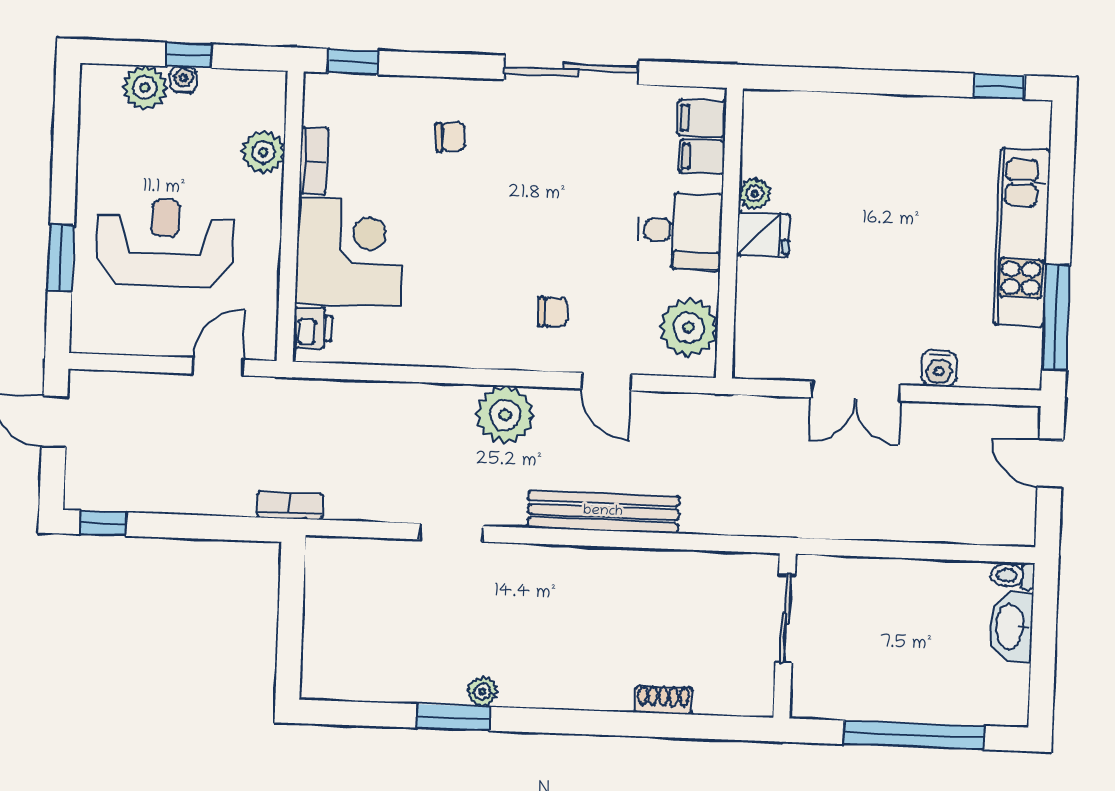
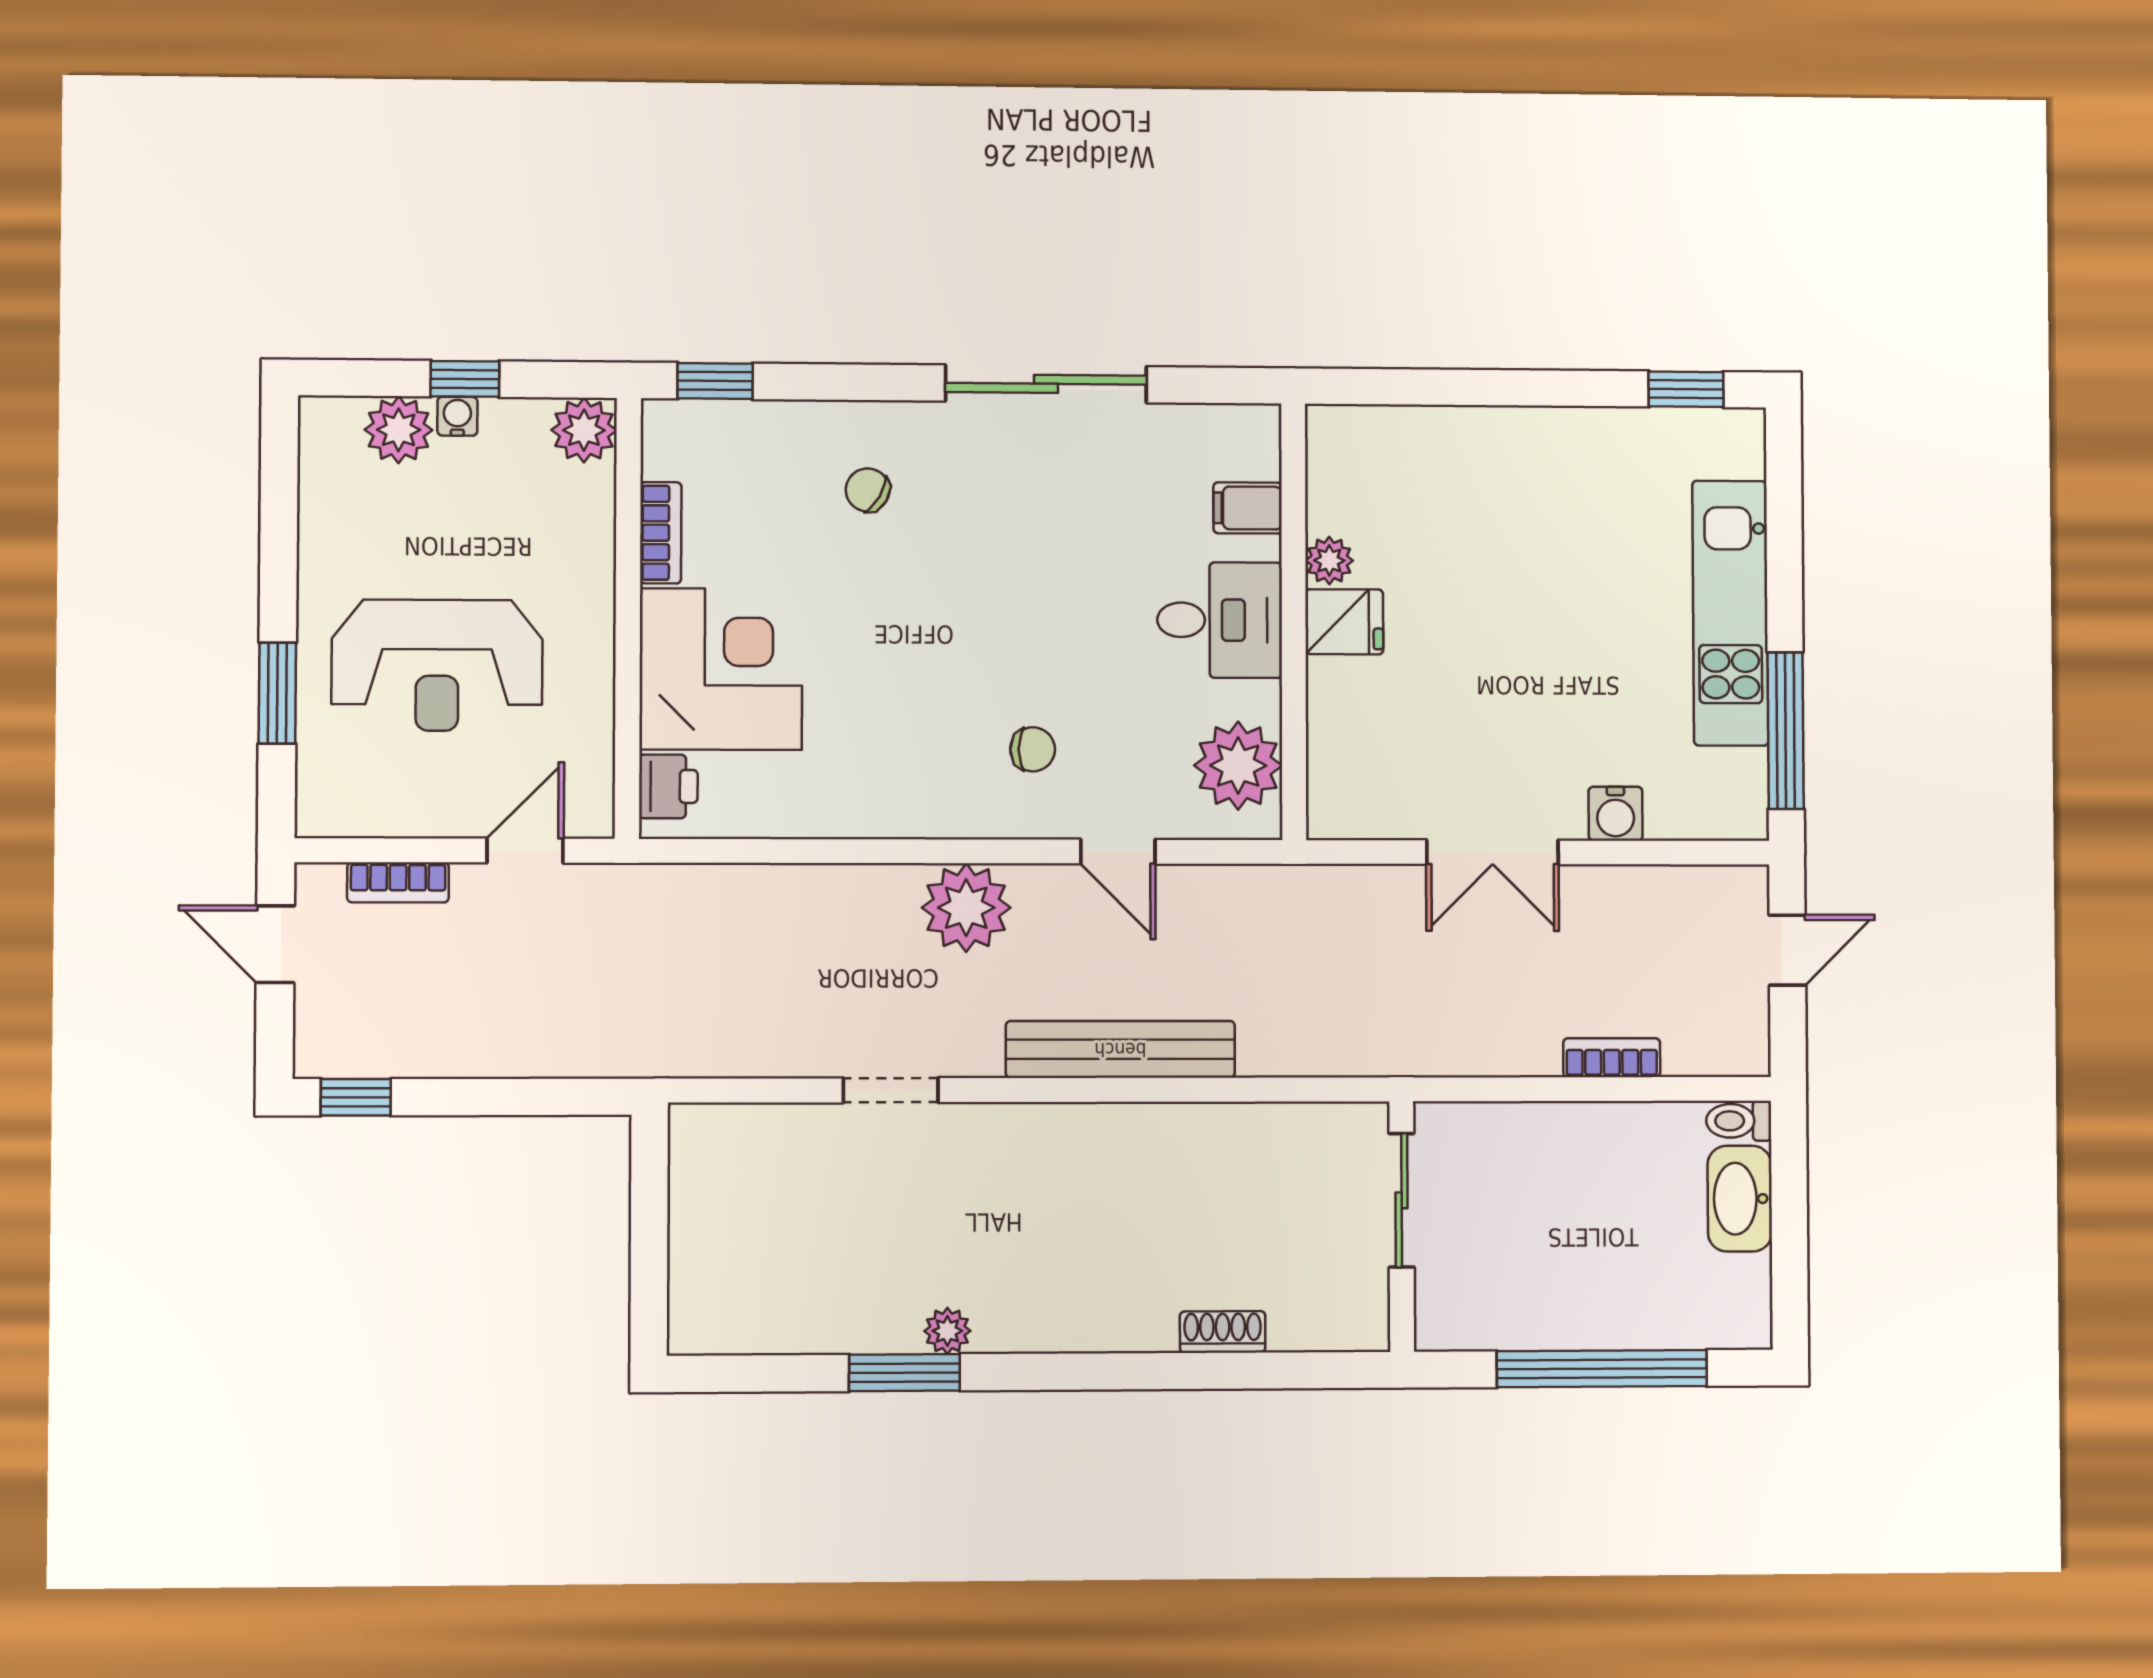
filing cabinet: (702, 118) -> (1245, 451), removed
chair: (450, 137) -> (868, 490), turned -146
plant: (263, 152) -> (584, 430), moved
reception desk: (165, 243) -> (437, 665), turned 180
door: (1050, 464) -> (1787, 950), swing flipped
bookcase: (290, 506) -> (398, 882), moved, turned 180
bookcase: (929, 530) -> (1612, 1058), added

